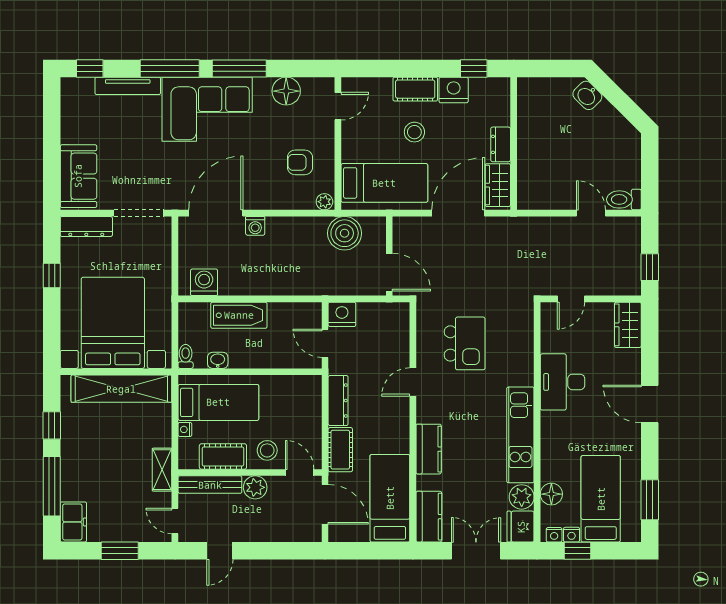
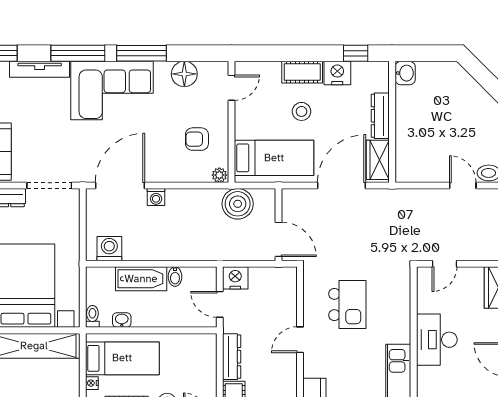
washbasin: (587, 95) -> (405, 73), moved, turned -135
dresser: (501, 144) -> (380, 116), width x1.44
bidet: (276, 313) -> (175, 277), added

